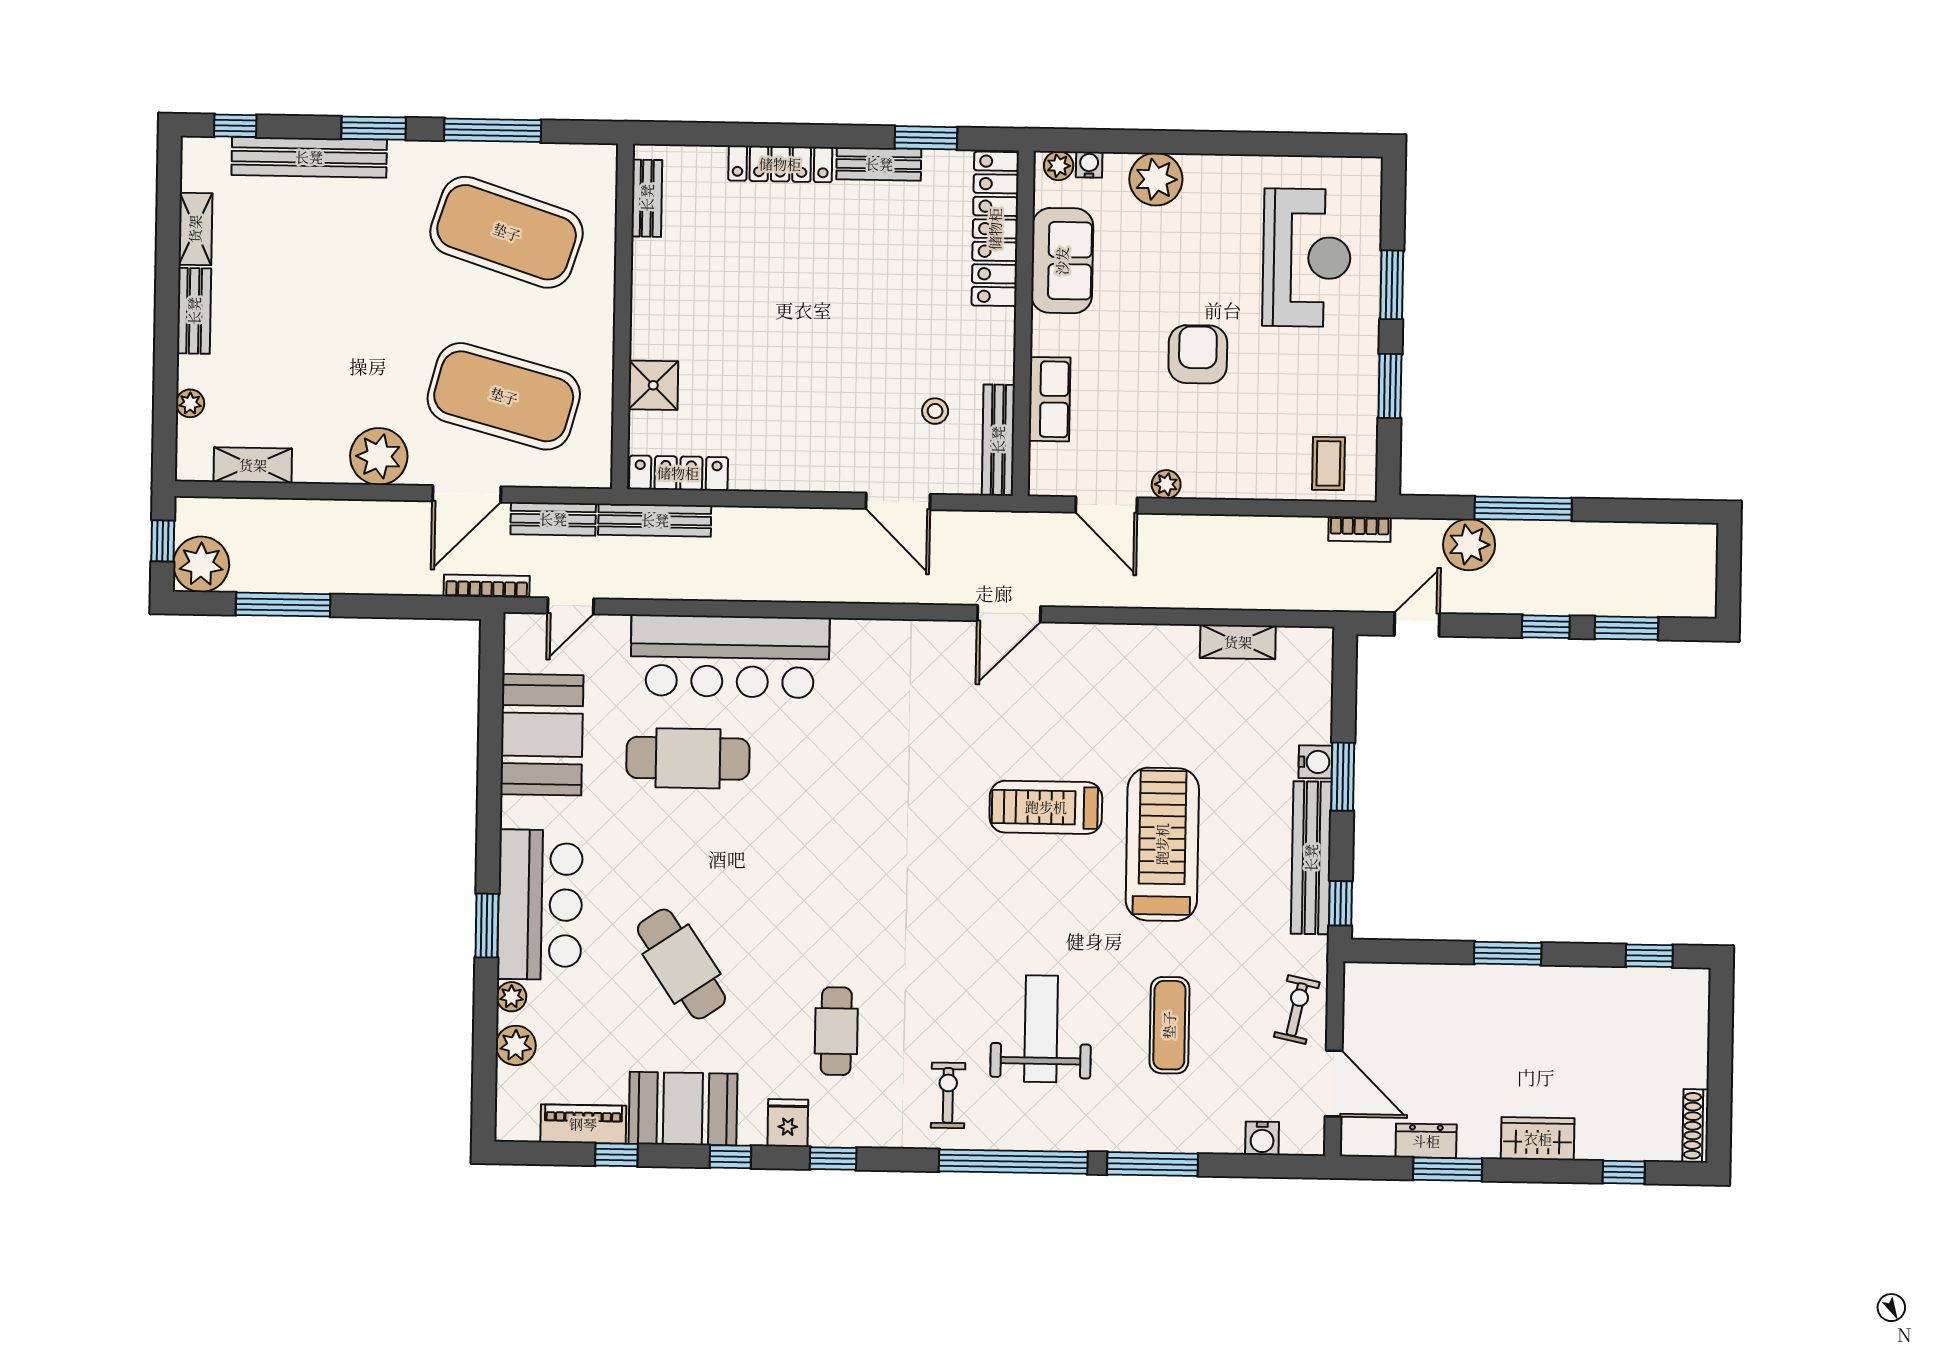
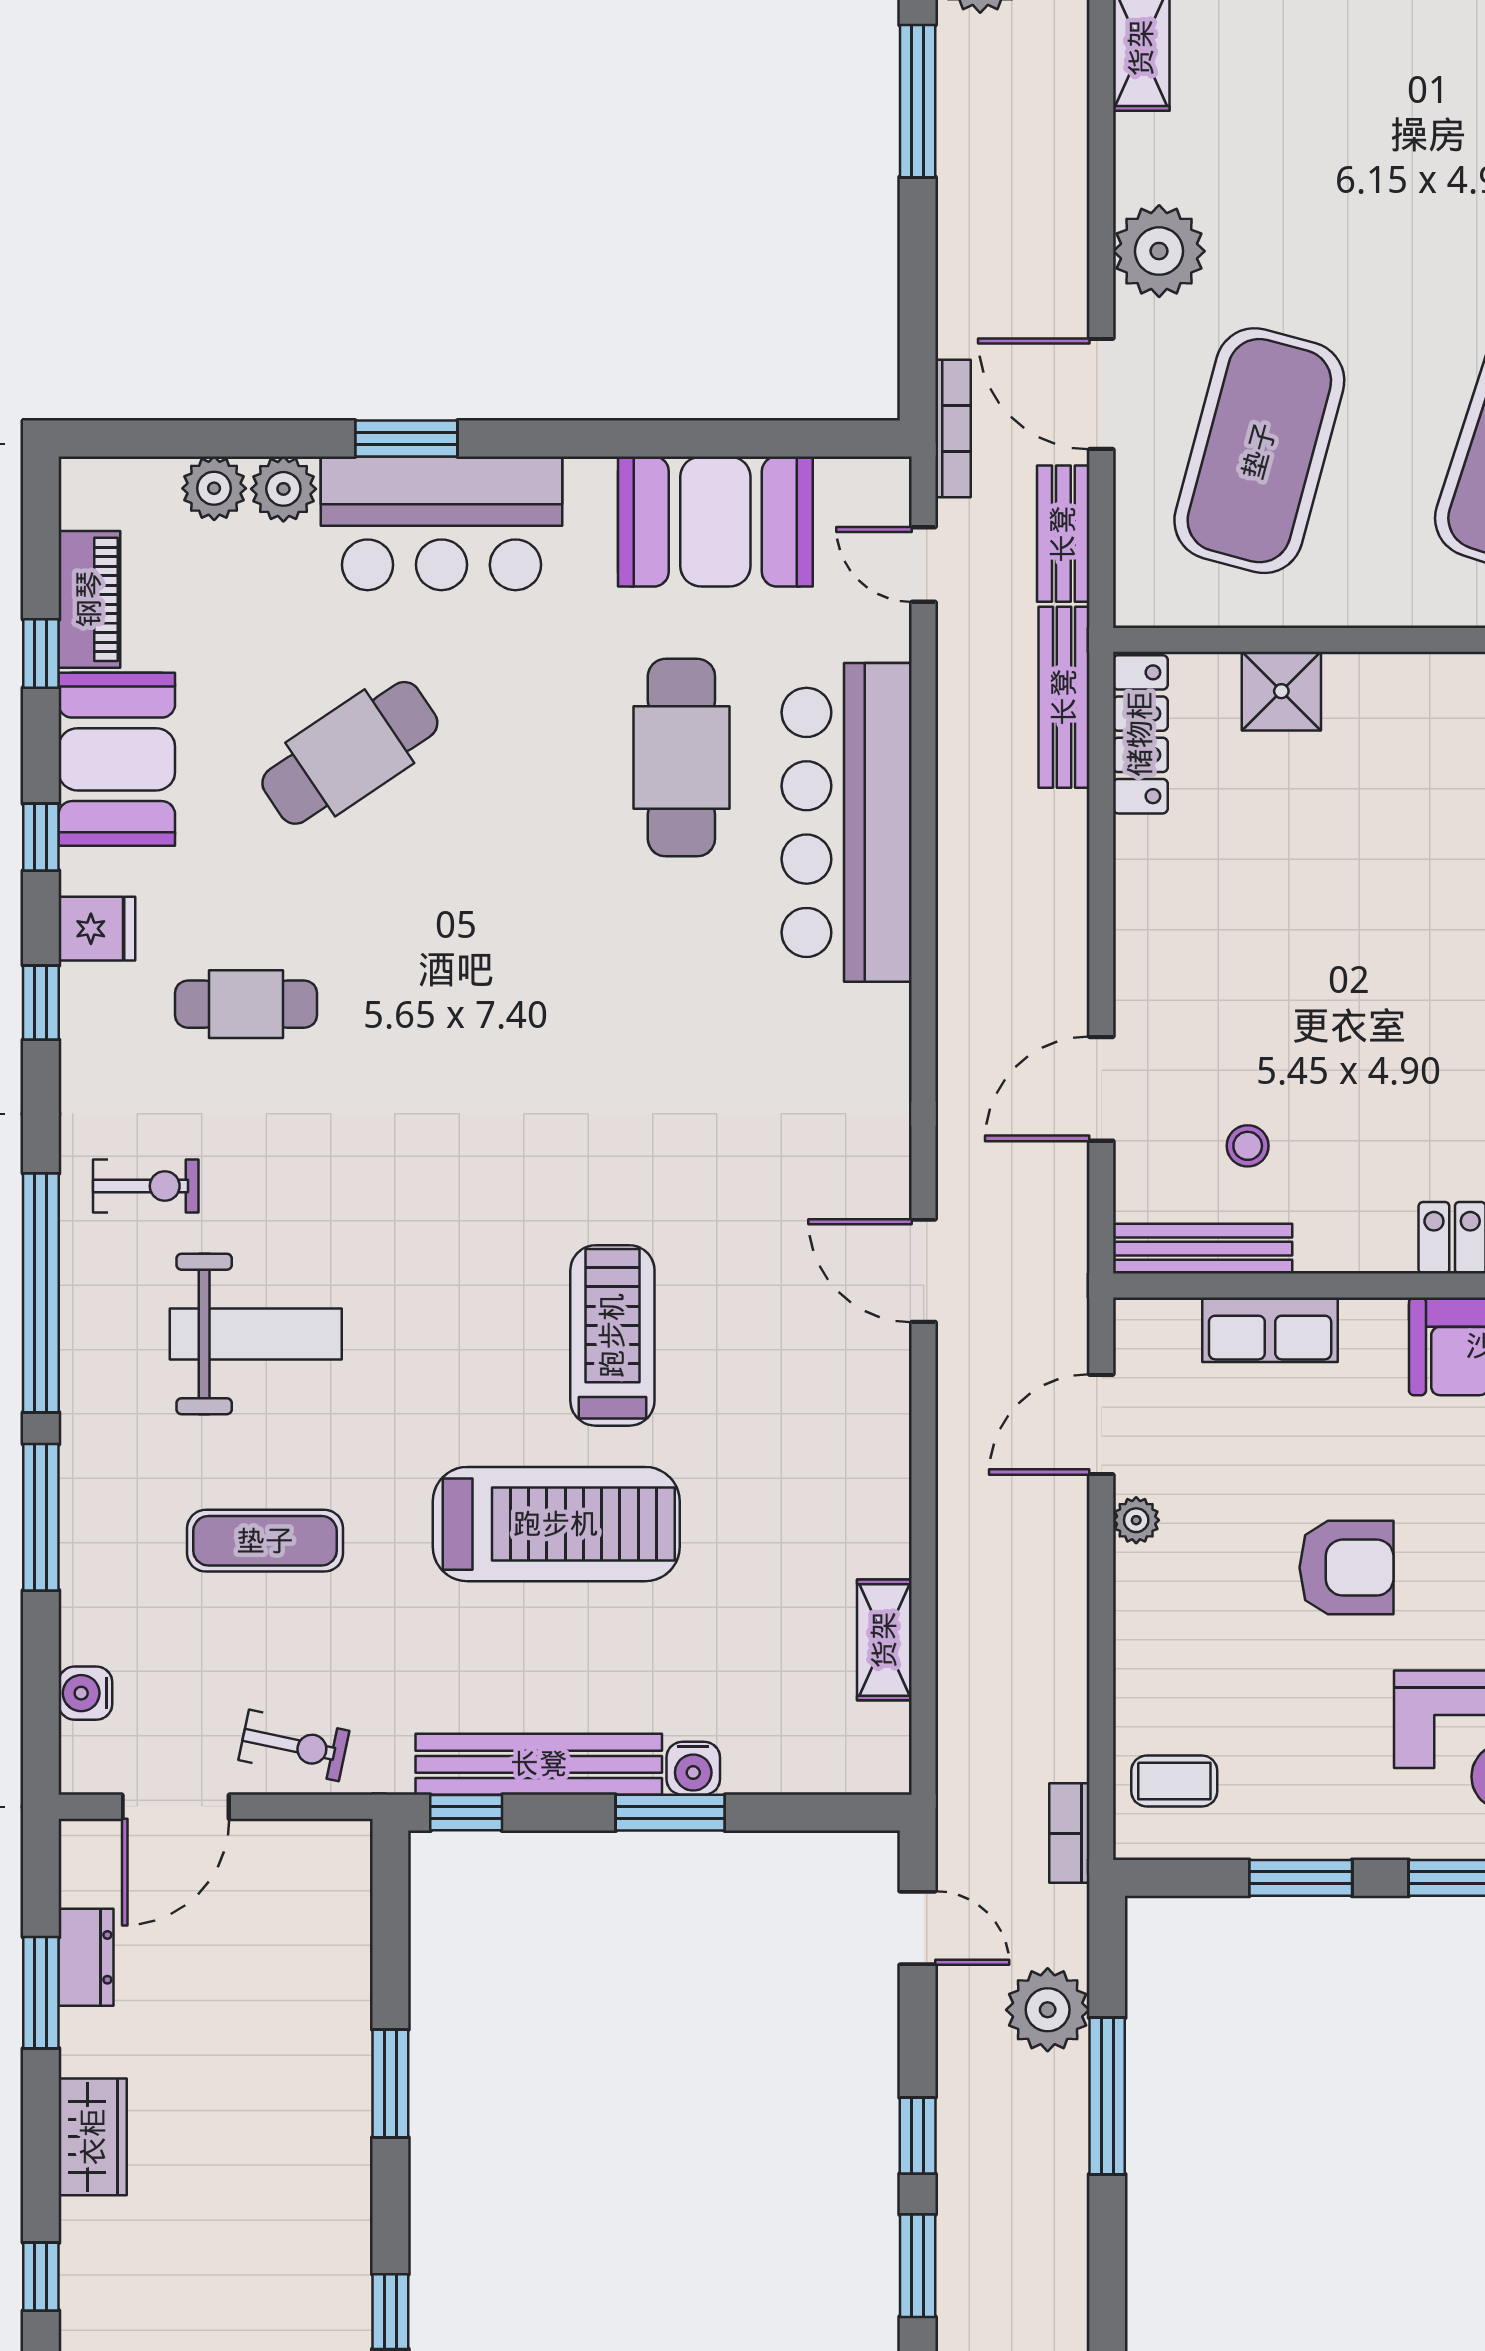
plant: (511, 997) -> (283, 489), width x1.38, depth x1.38

